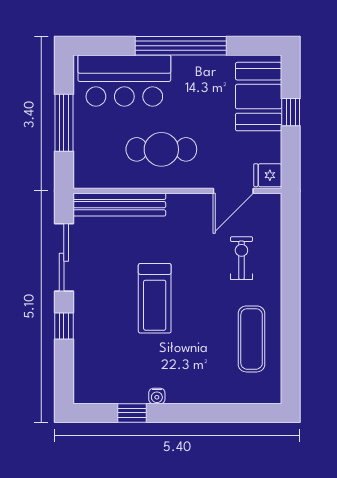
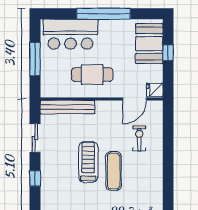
sliding door: (64, 257) -> (35, 138), width x0.73
treadmill: (155, 298) -> (88, 162), turned 180
exercise mat: (252, 339) -> (114, 171), moved

